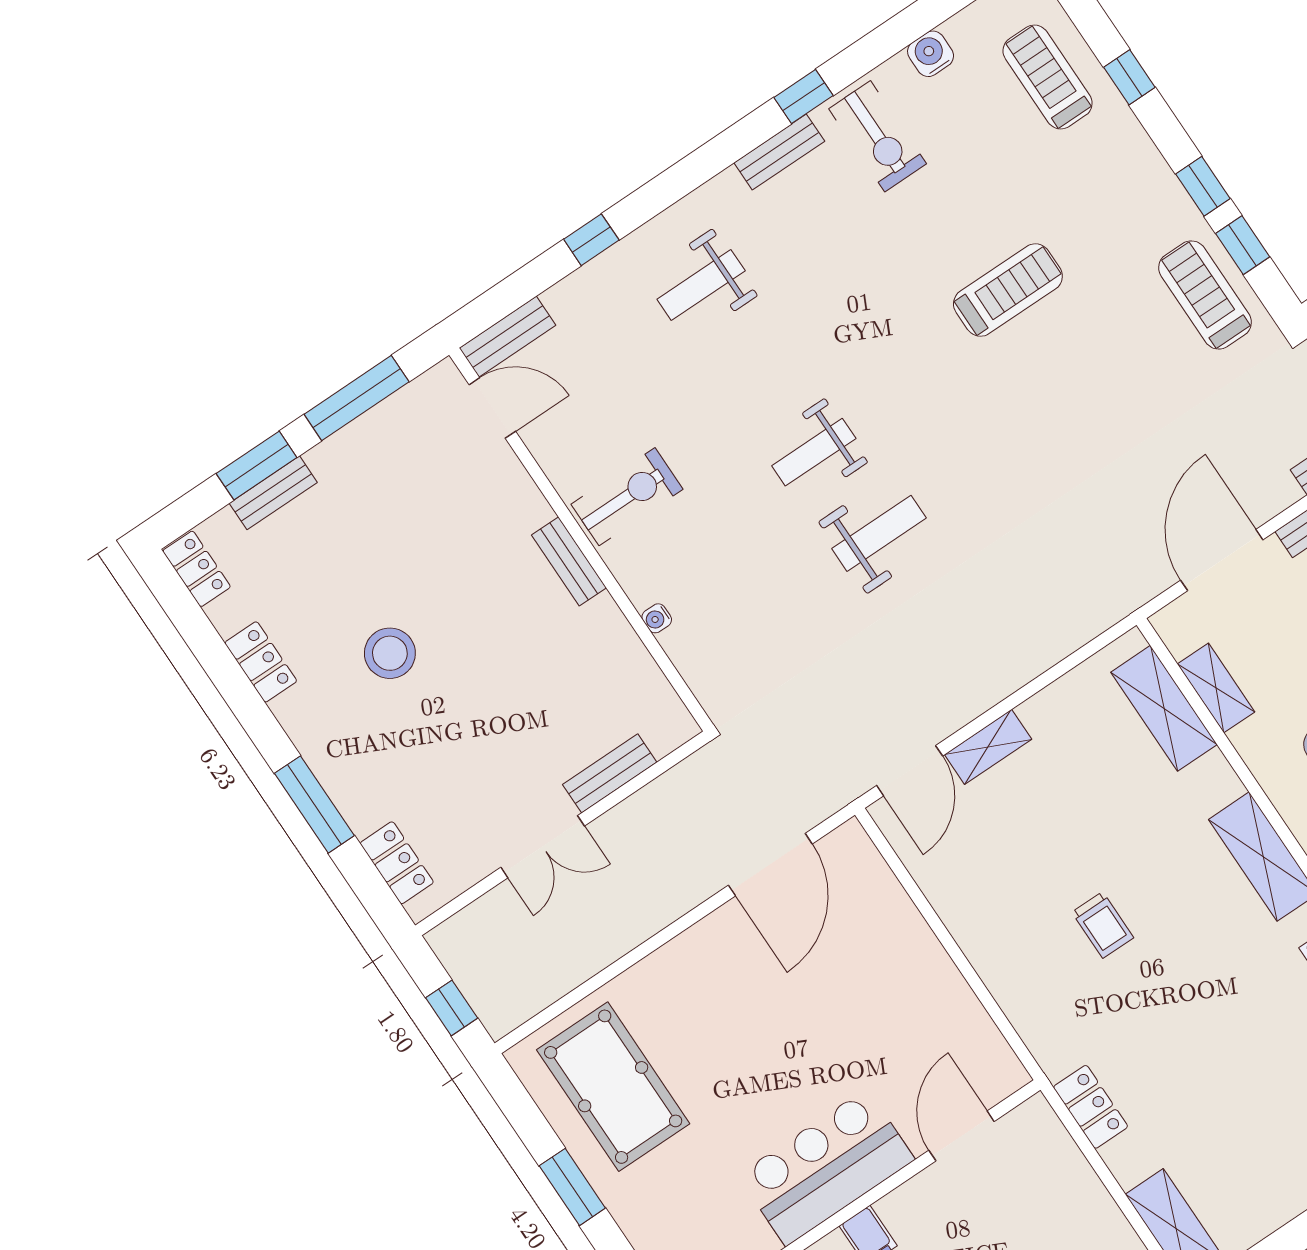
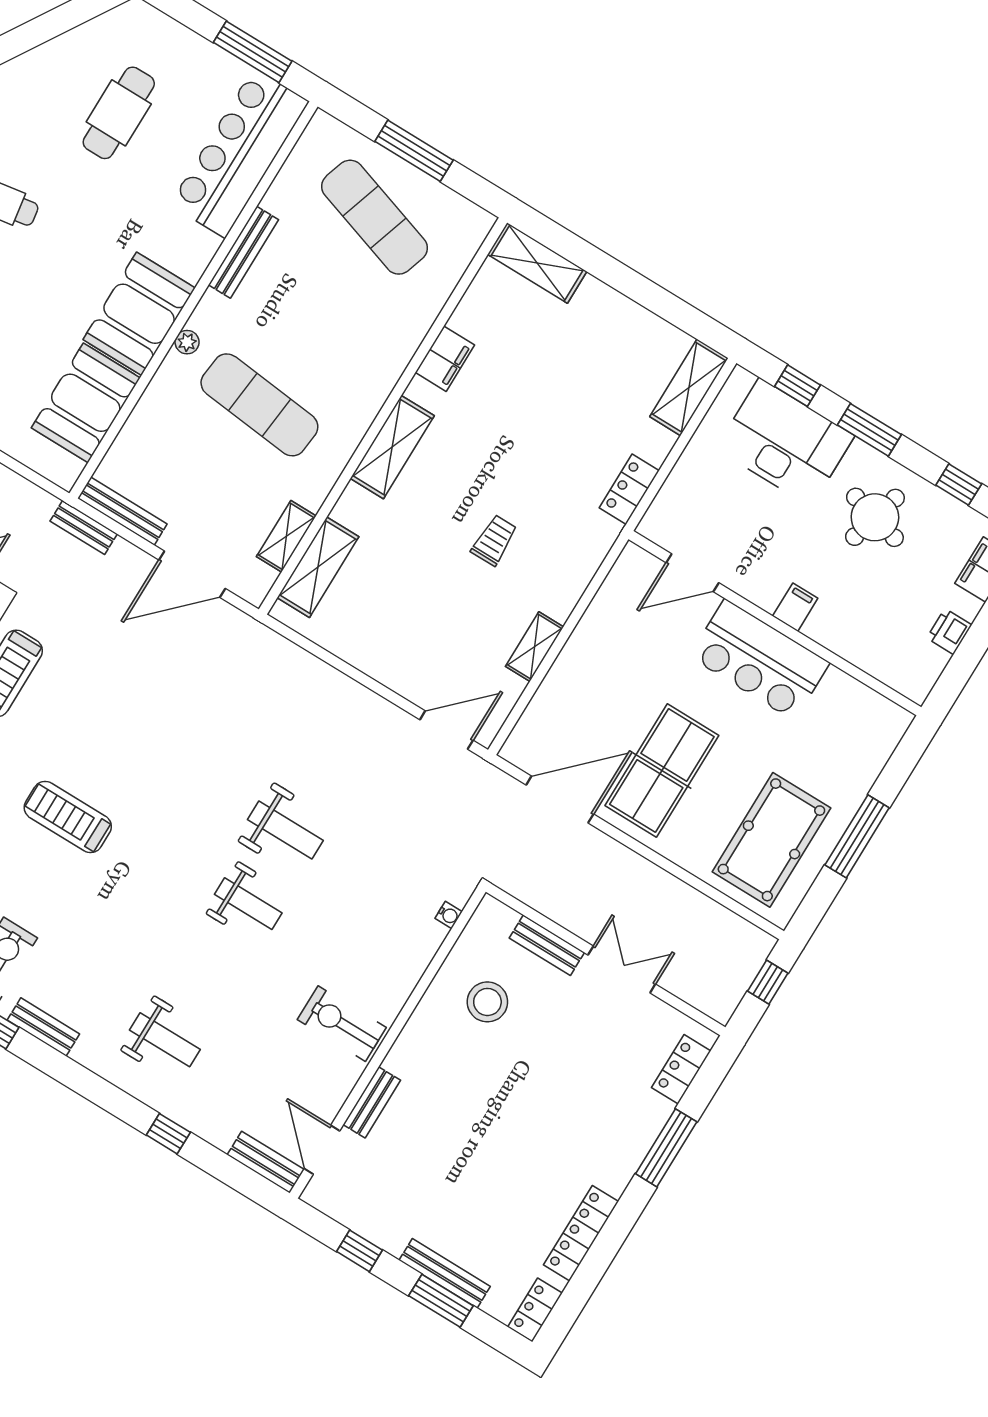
window: (357, 398) -> (360, 1251), width x0.46
bench: (273, 493) -> (445, 1273), width x1.36
weight bench: (879, 533) -> (285, 830), turned 180
bench: (569, 561) -> (372, 1102), moved
water cooler: (657, 618) -> (449, 915), moved
stool: (390, 653) -> (487, 1002), moved
locker: (261, 662) -> (581, 1233), width x1.53
shelving: (988, 747) -> (535, 647), moved, turned 90
table tennis table: (750, 997) -> (662, 771), added
window: (572, 1187) -> (857, 836), width x1.44

